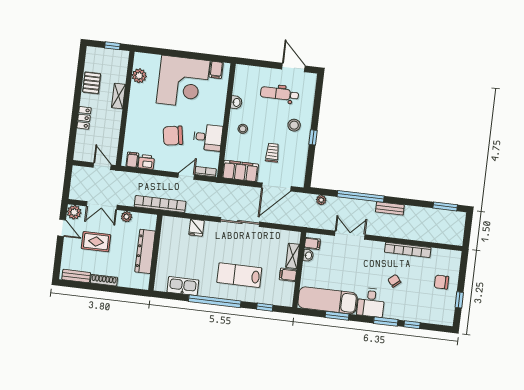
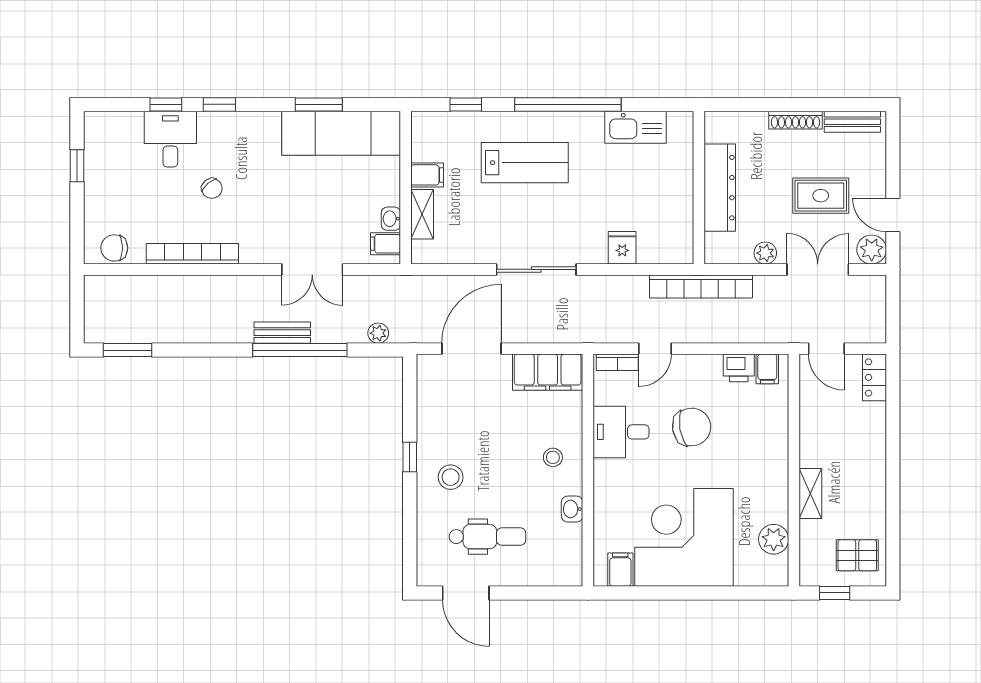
pallet: (92, 83) -> (857, 555), moved, turned 90
locker: (84, 118) -> (874, 377), moved
trolley: (272, 153) -> (488, 417), removed
bench: (390, 208) -> (282, 333), moved
chair: (441, 282) -> (114, 248), moved, turned 180
desk: (371, 303) -> (170, 139), moved
window: (386, 322) -> (219, 104), width x0.67

